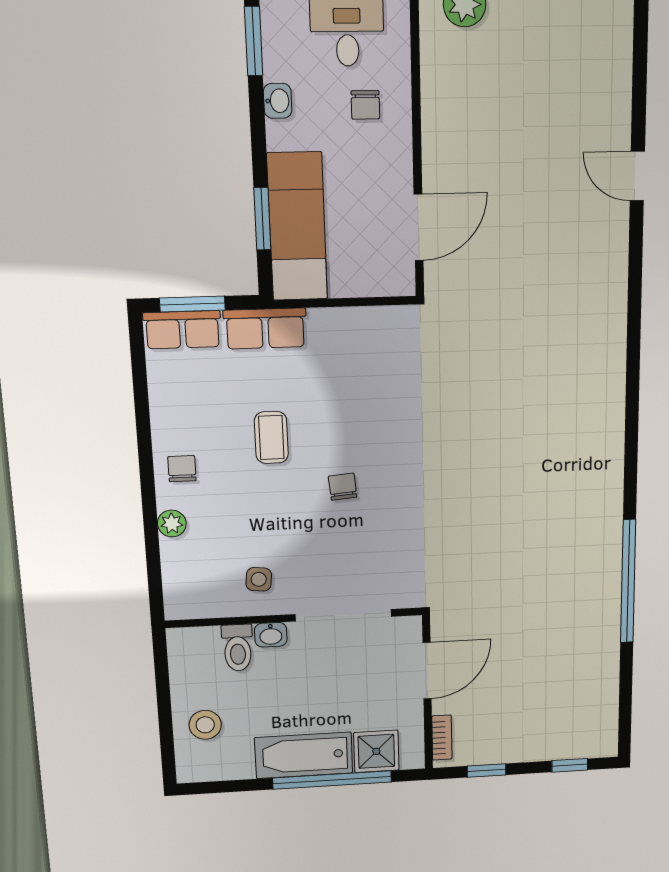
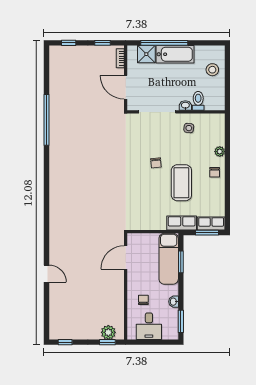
coffee table: (271, 437) -> (181, 183), width x1.86, depth x1.72
door: (427, 671) -> (126, 87), hinge flipped

